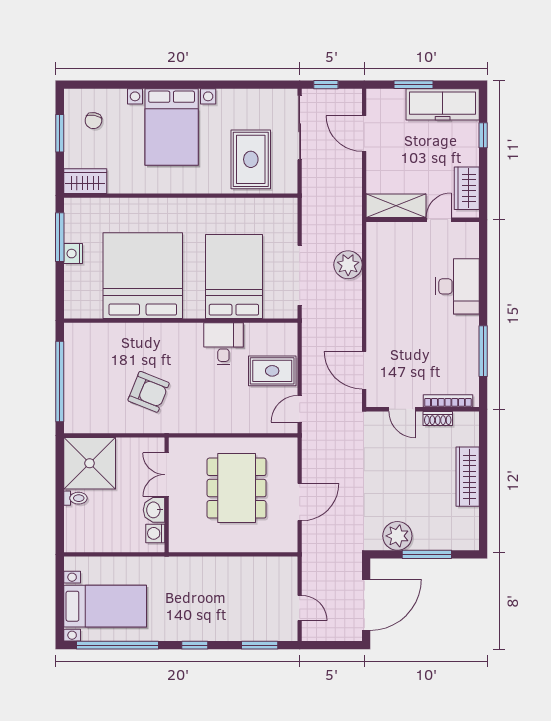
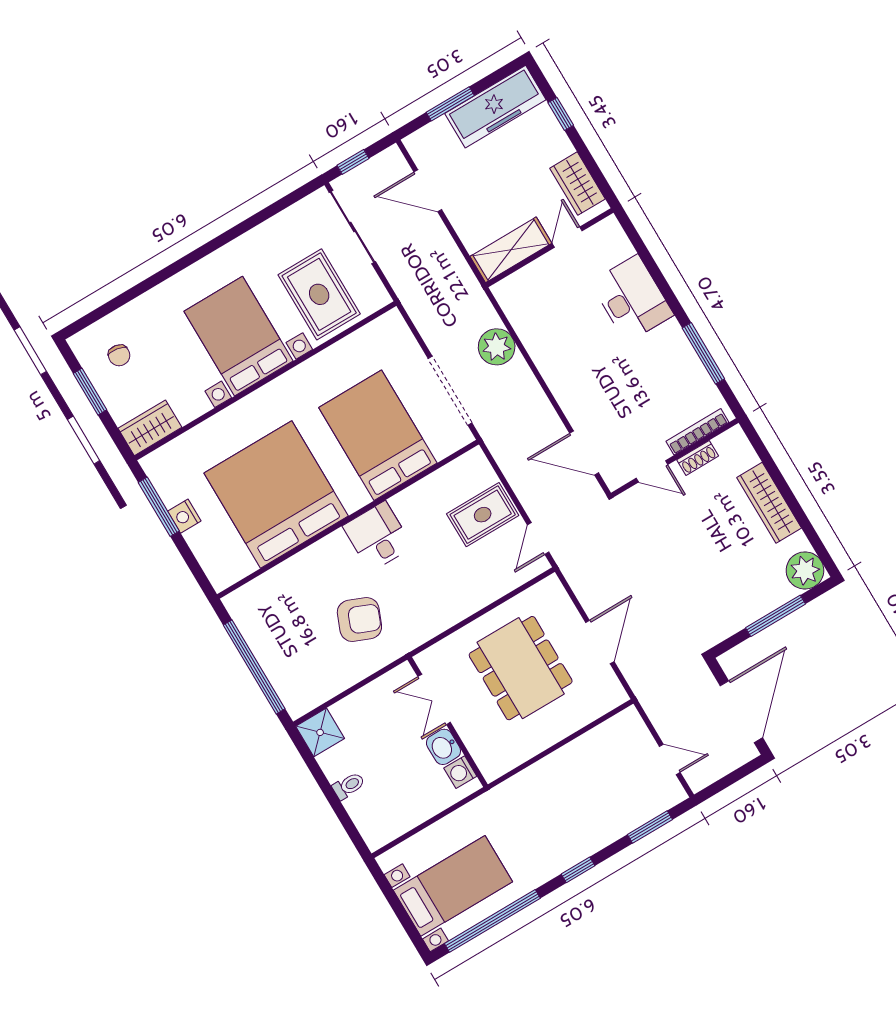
bed with nightstands: (172, 127) -> (238, 336), moved, turned 180
desk: (223, 344) -> (378, 536), moved
shower: (90, 463) -> (320, 732), width x0.54, depth x0.54
plant: (397, 536) -> (805, 570), moved

